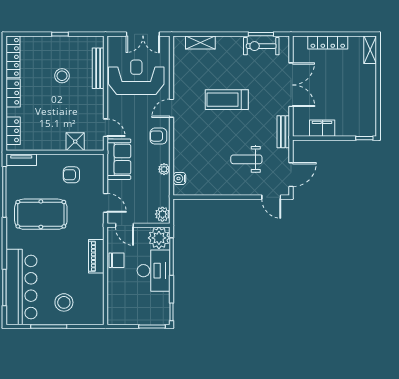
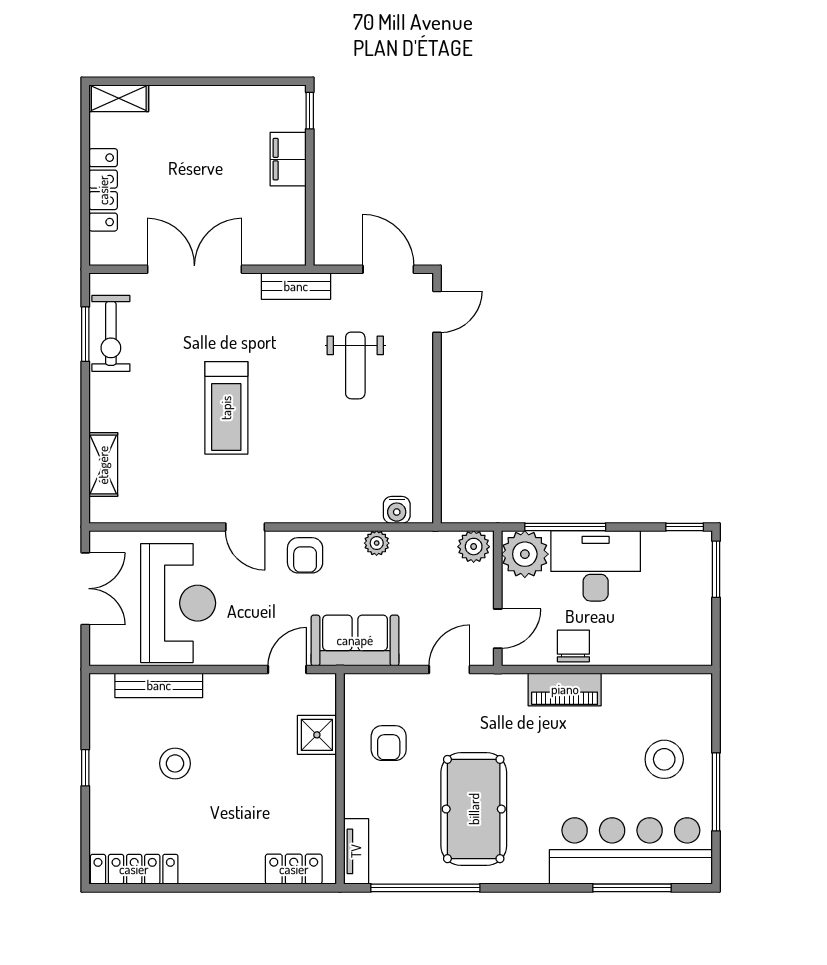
reception desk: (136, 77) -> (178, 603), turned 180
locker: (13, 93) -> (212, 869), removed
filing cabinet: (322, 128) -> (288, 159), moved

